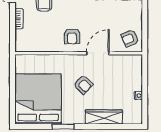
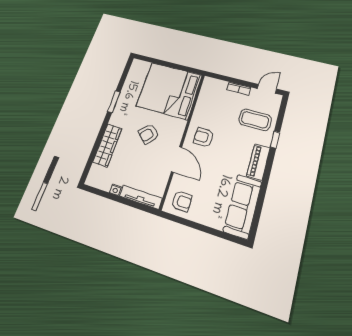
armchair: (130, 38) -> (182, 201), turned 114
tv unit: (137, 72) -> (141, 197), added
bed: (38, 99) -> (169, 91), moved, turned 180

